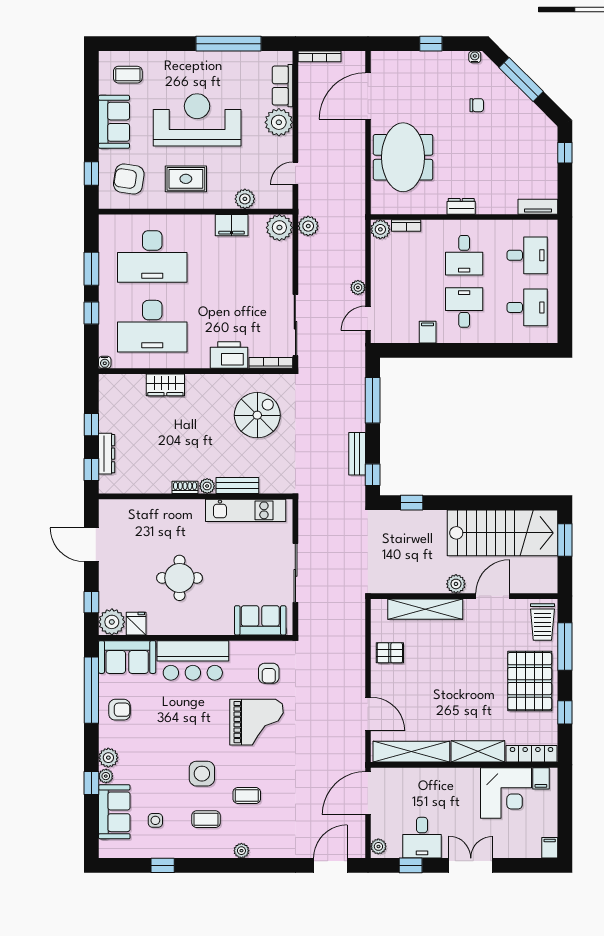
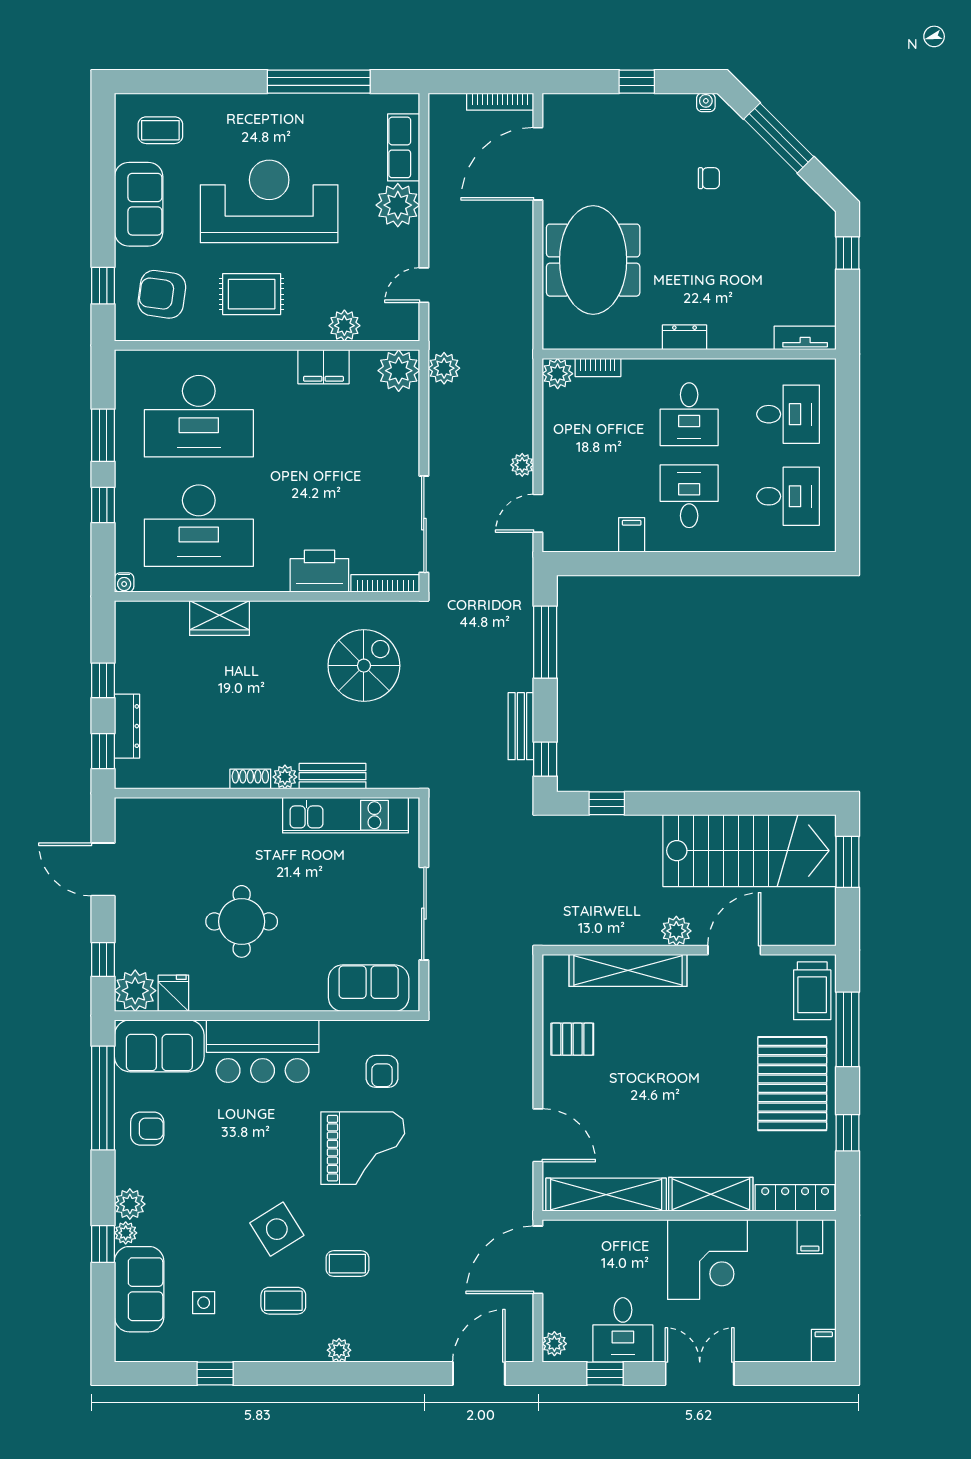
bookcase: (320, 56) -> (500, 102), moved
side table: (202, 774) -> (277, 1229), turned -32
corner desk: (506, 793) -> (707, 1259), moved

